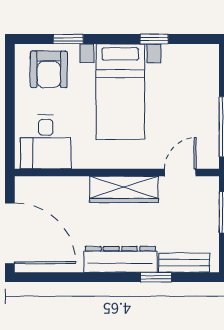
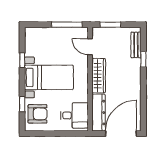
dresser: (120, 259) -> (99, 113), moved, turned 180

